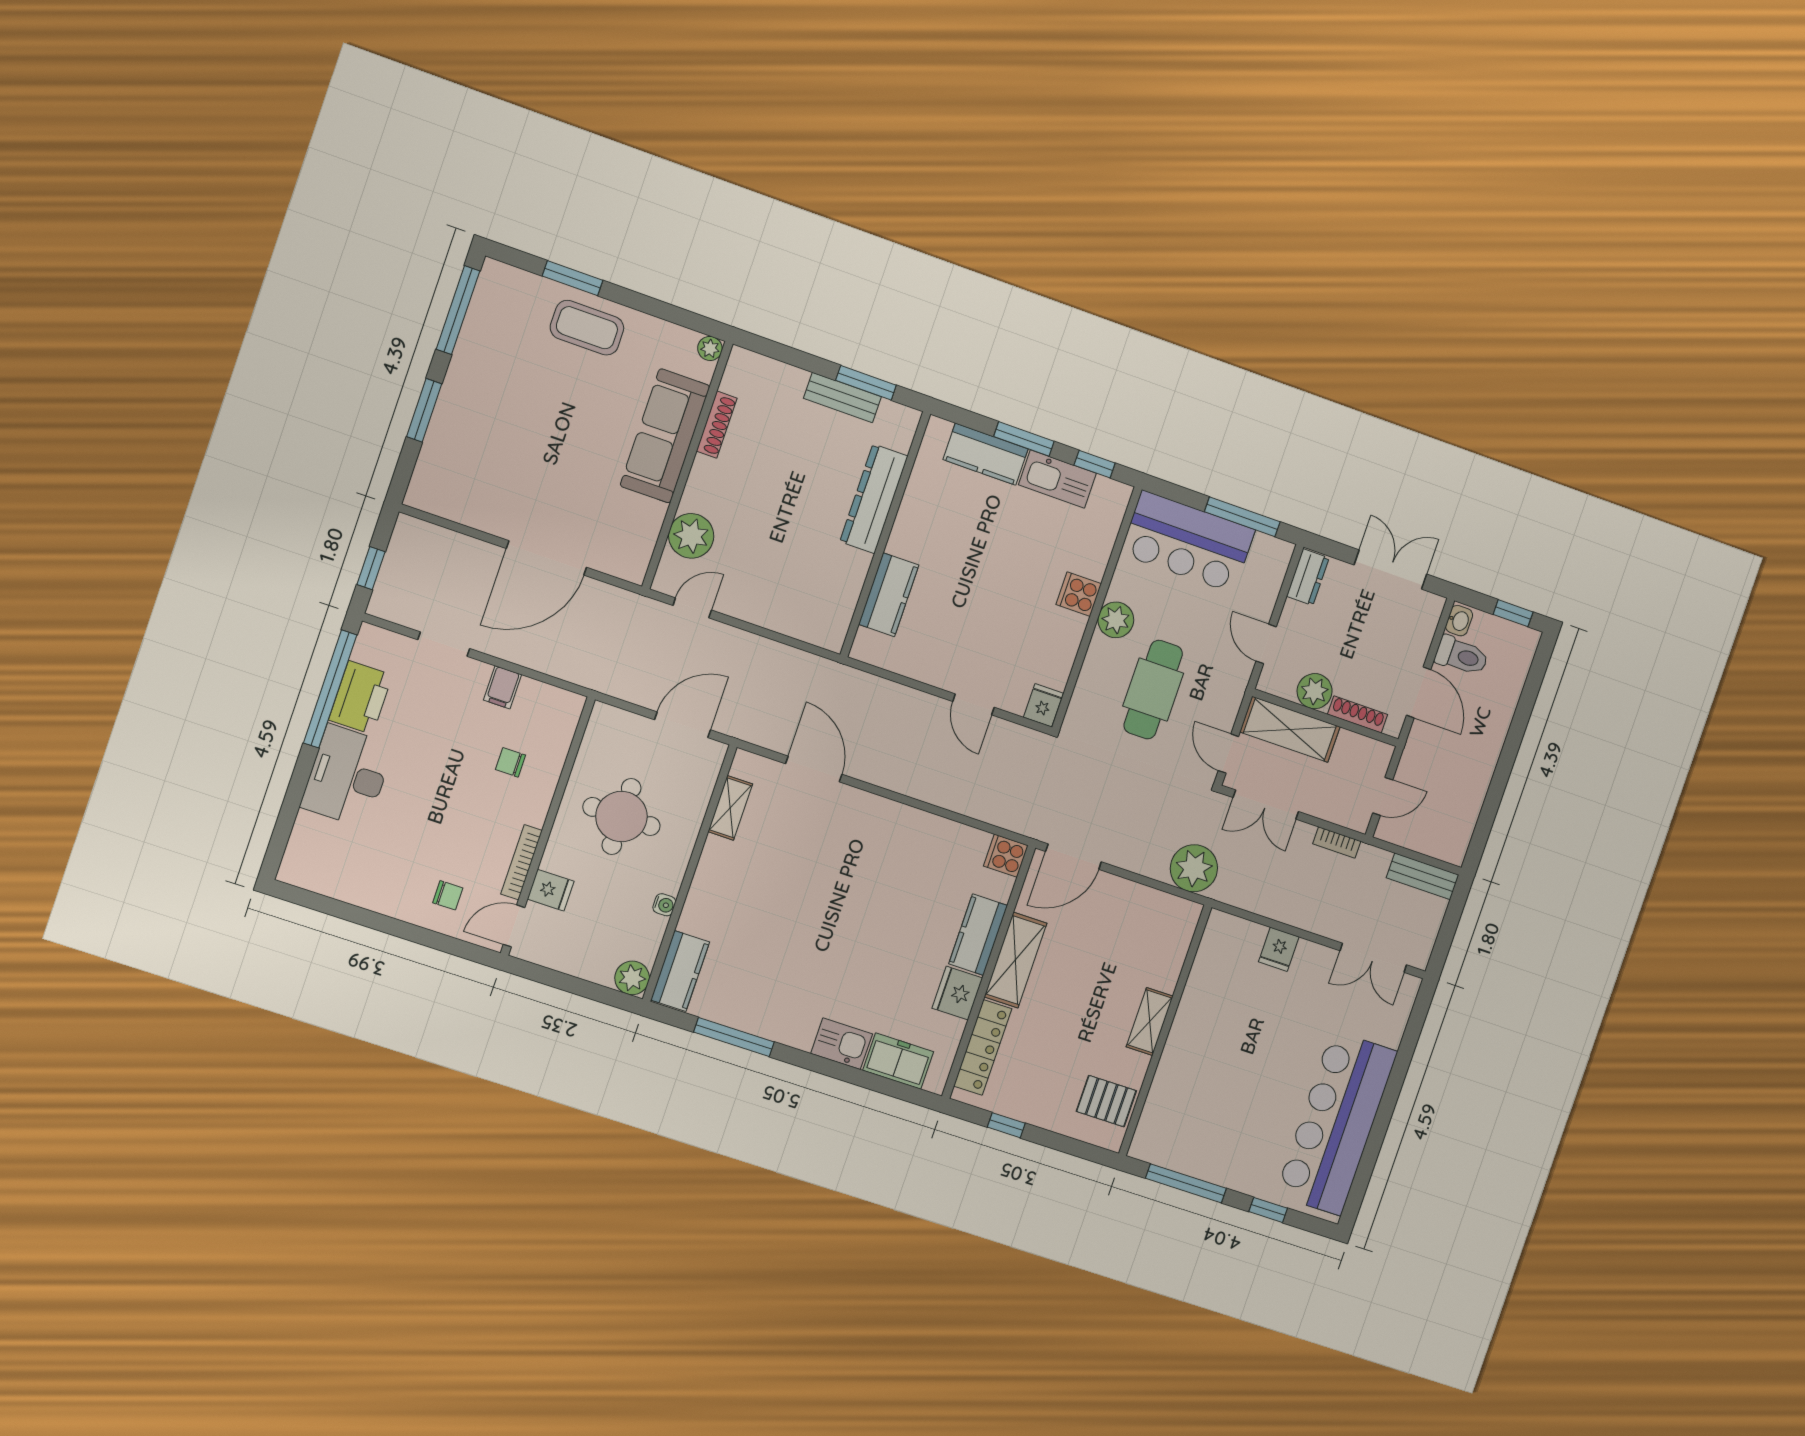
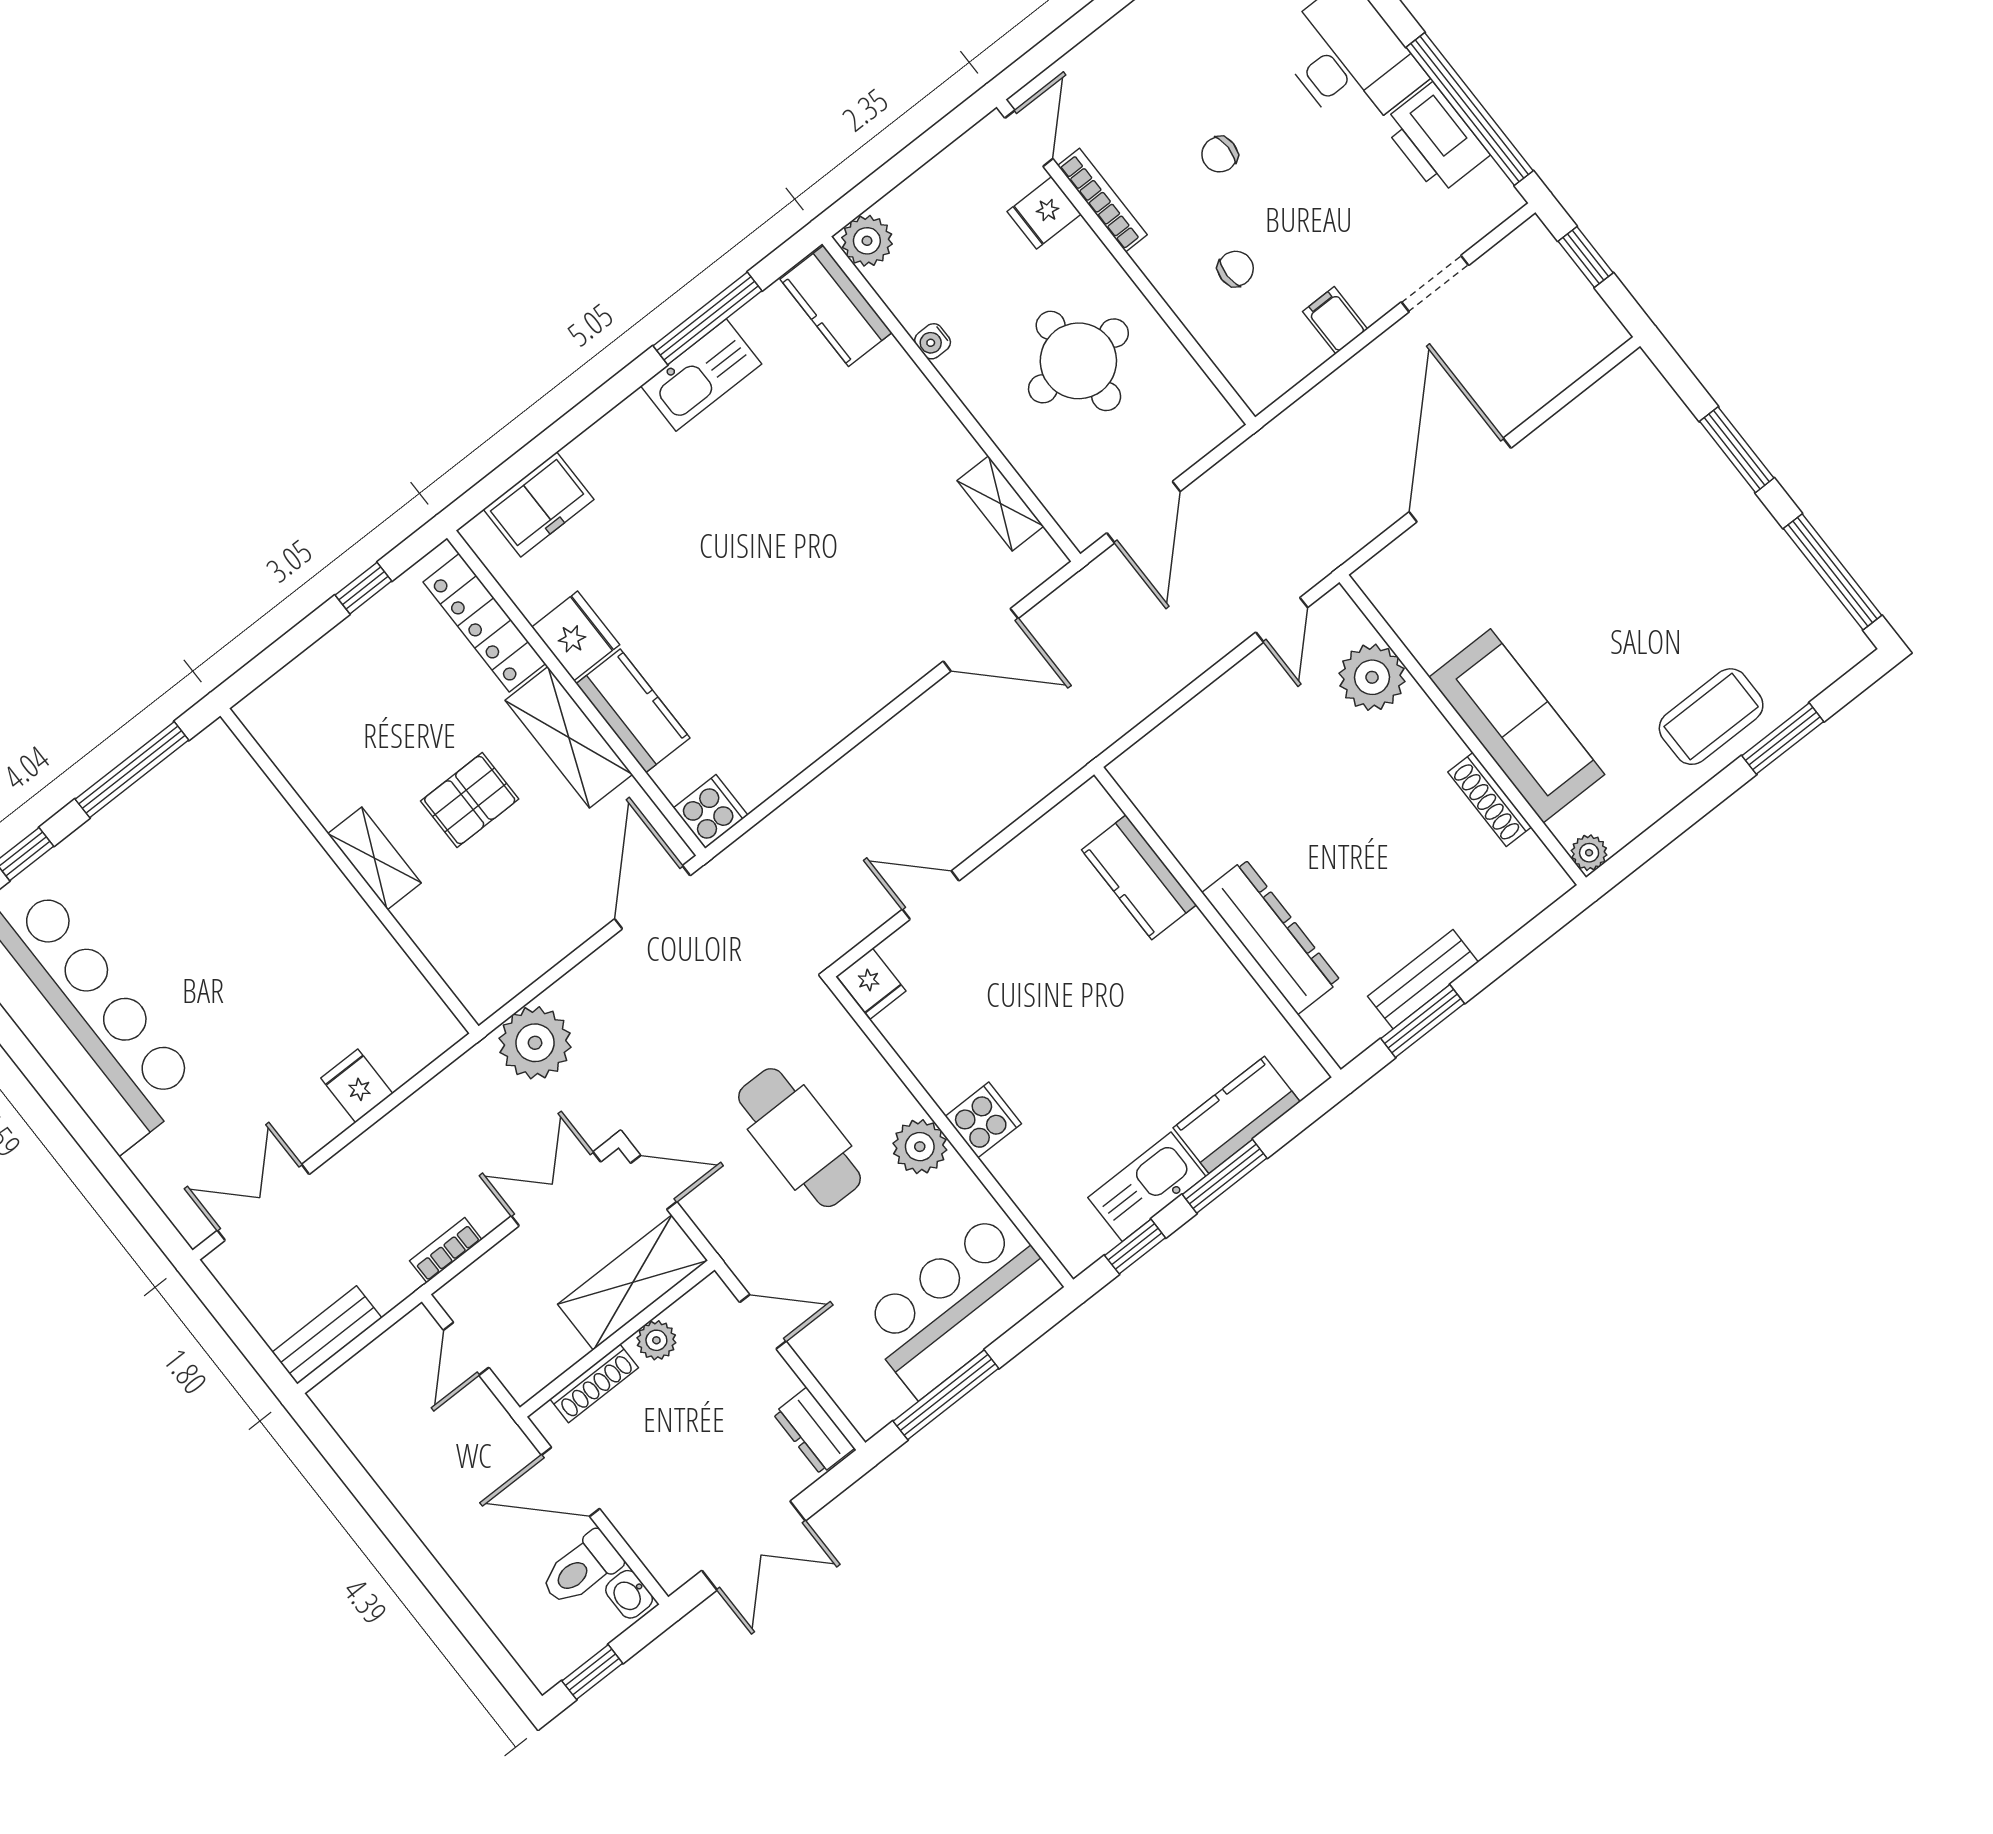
plant: (1315, 691) -> (656, 1340), width x0.73, depth x0.73
chair: (448, 895) -> (1220, 154), moved
kitchen sink: (842, 1044) -> (701, 375), moved, width x1.38
pallet: (1106, 1101) -> (470, 800), moved

